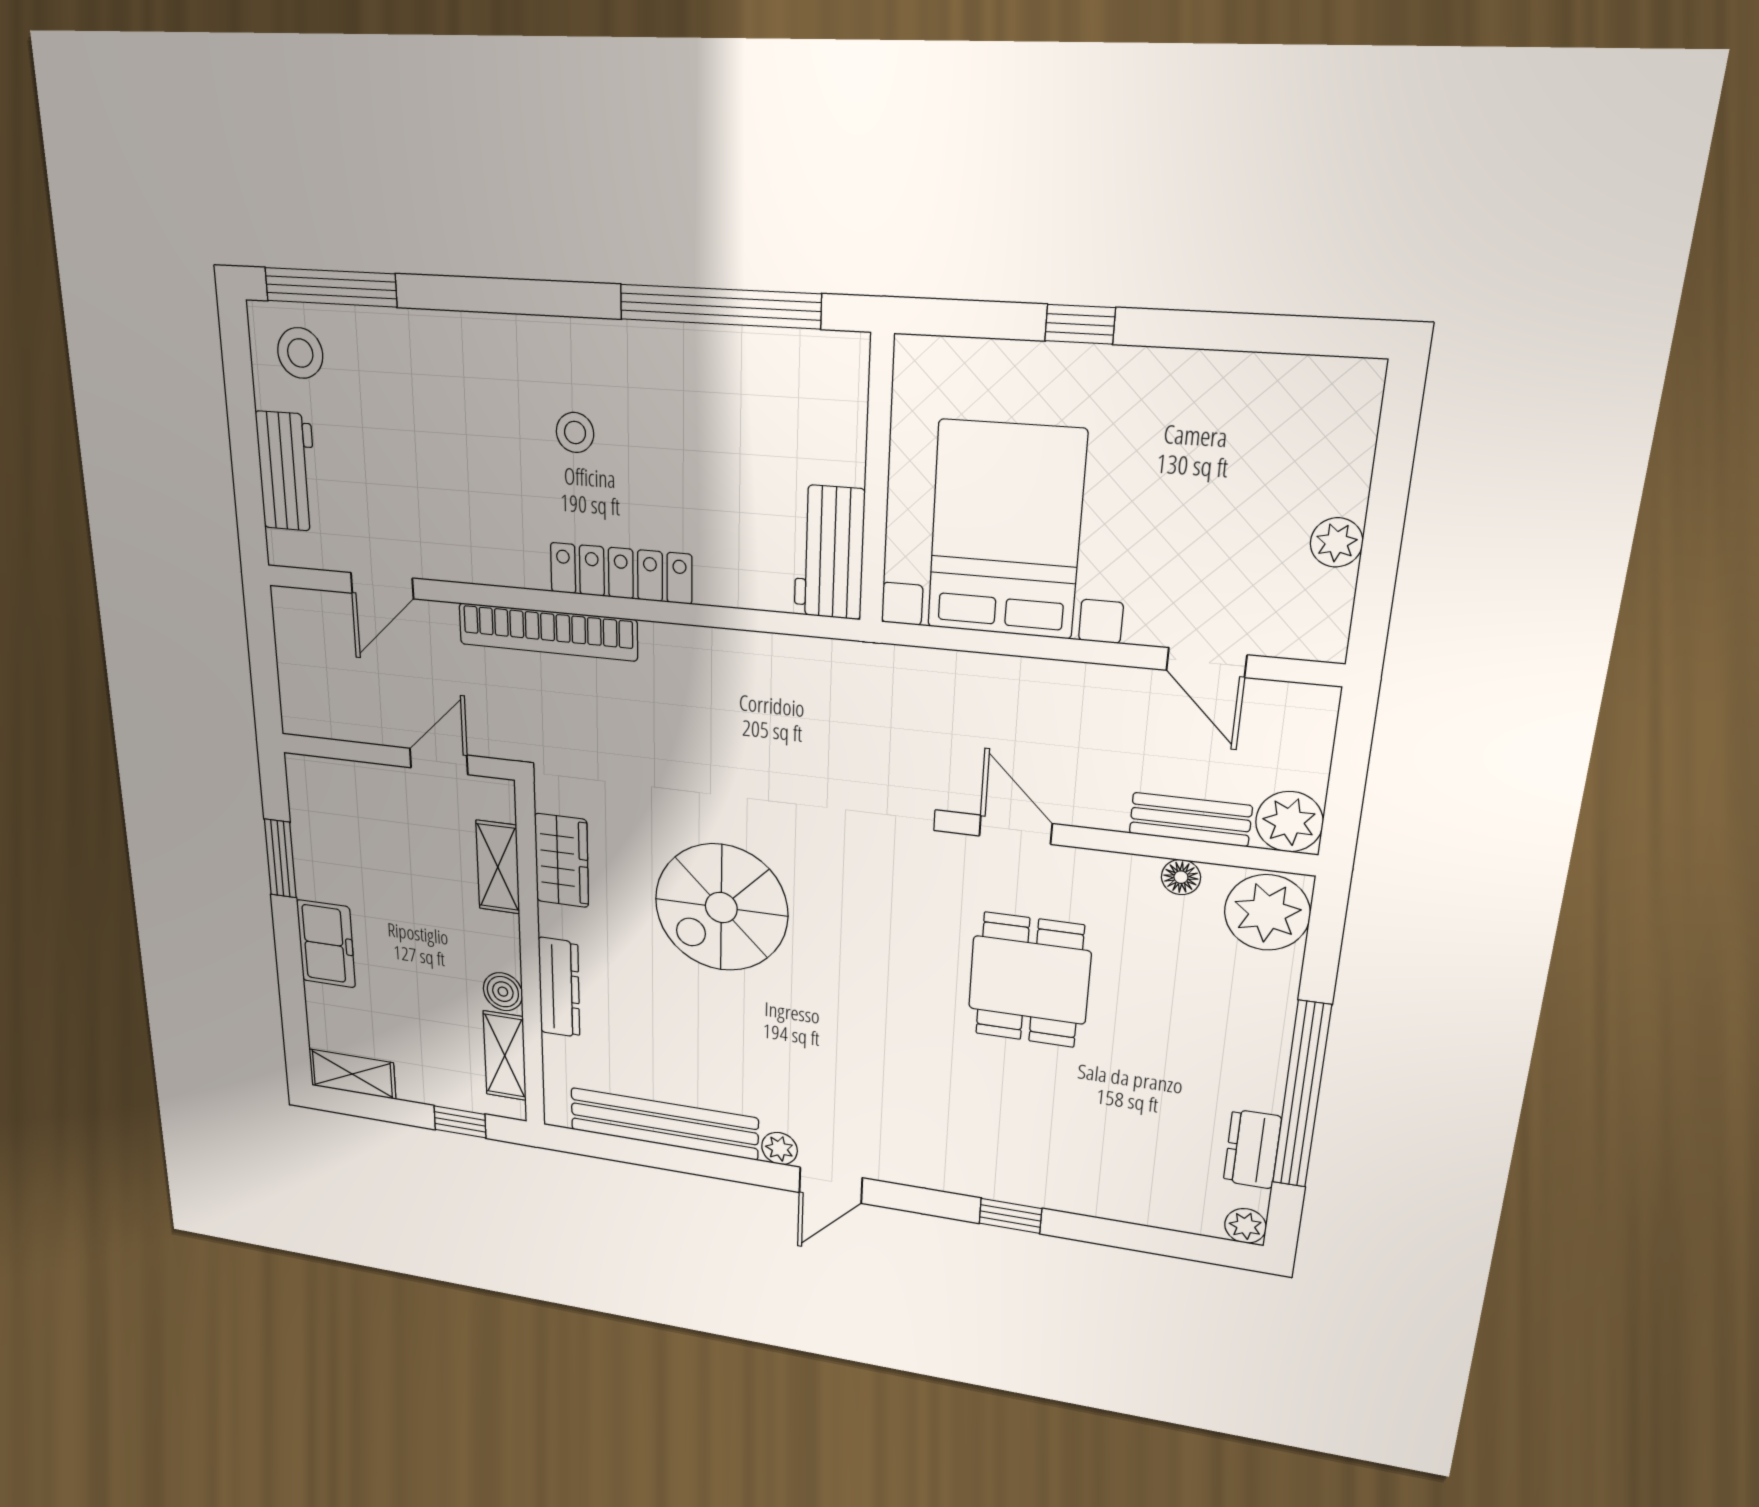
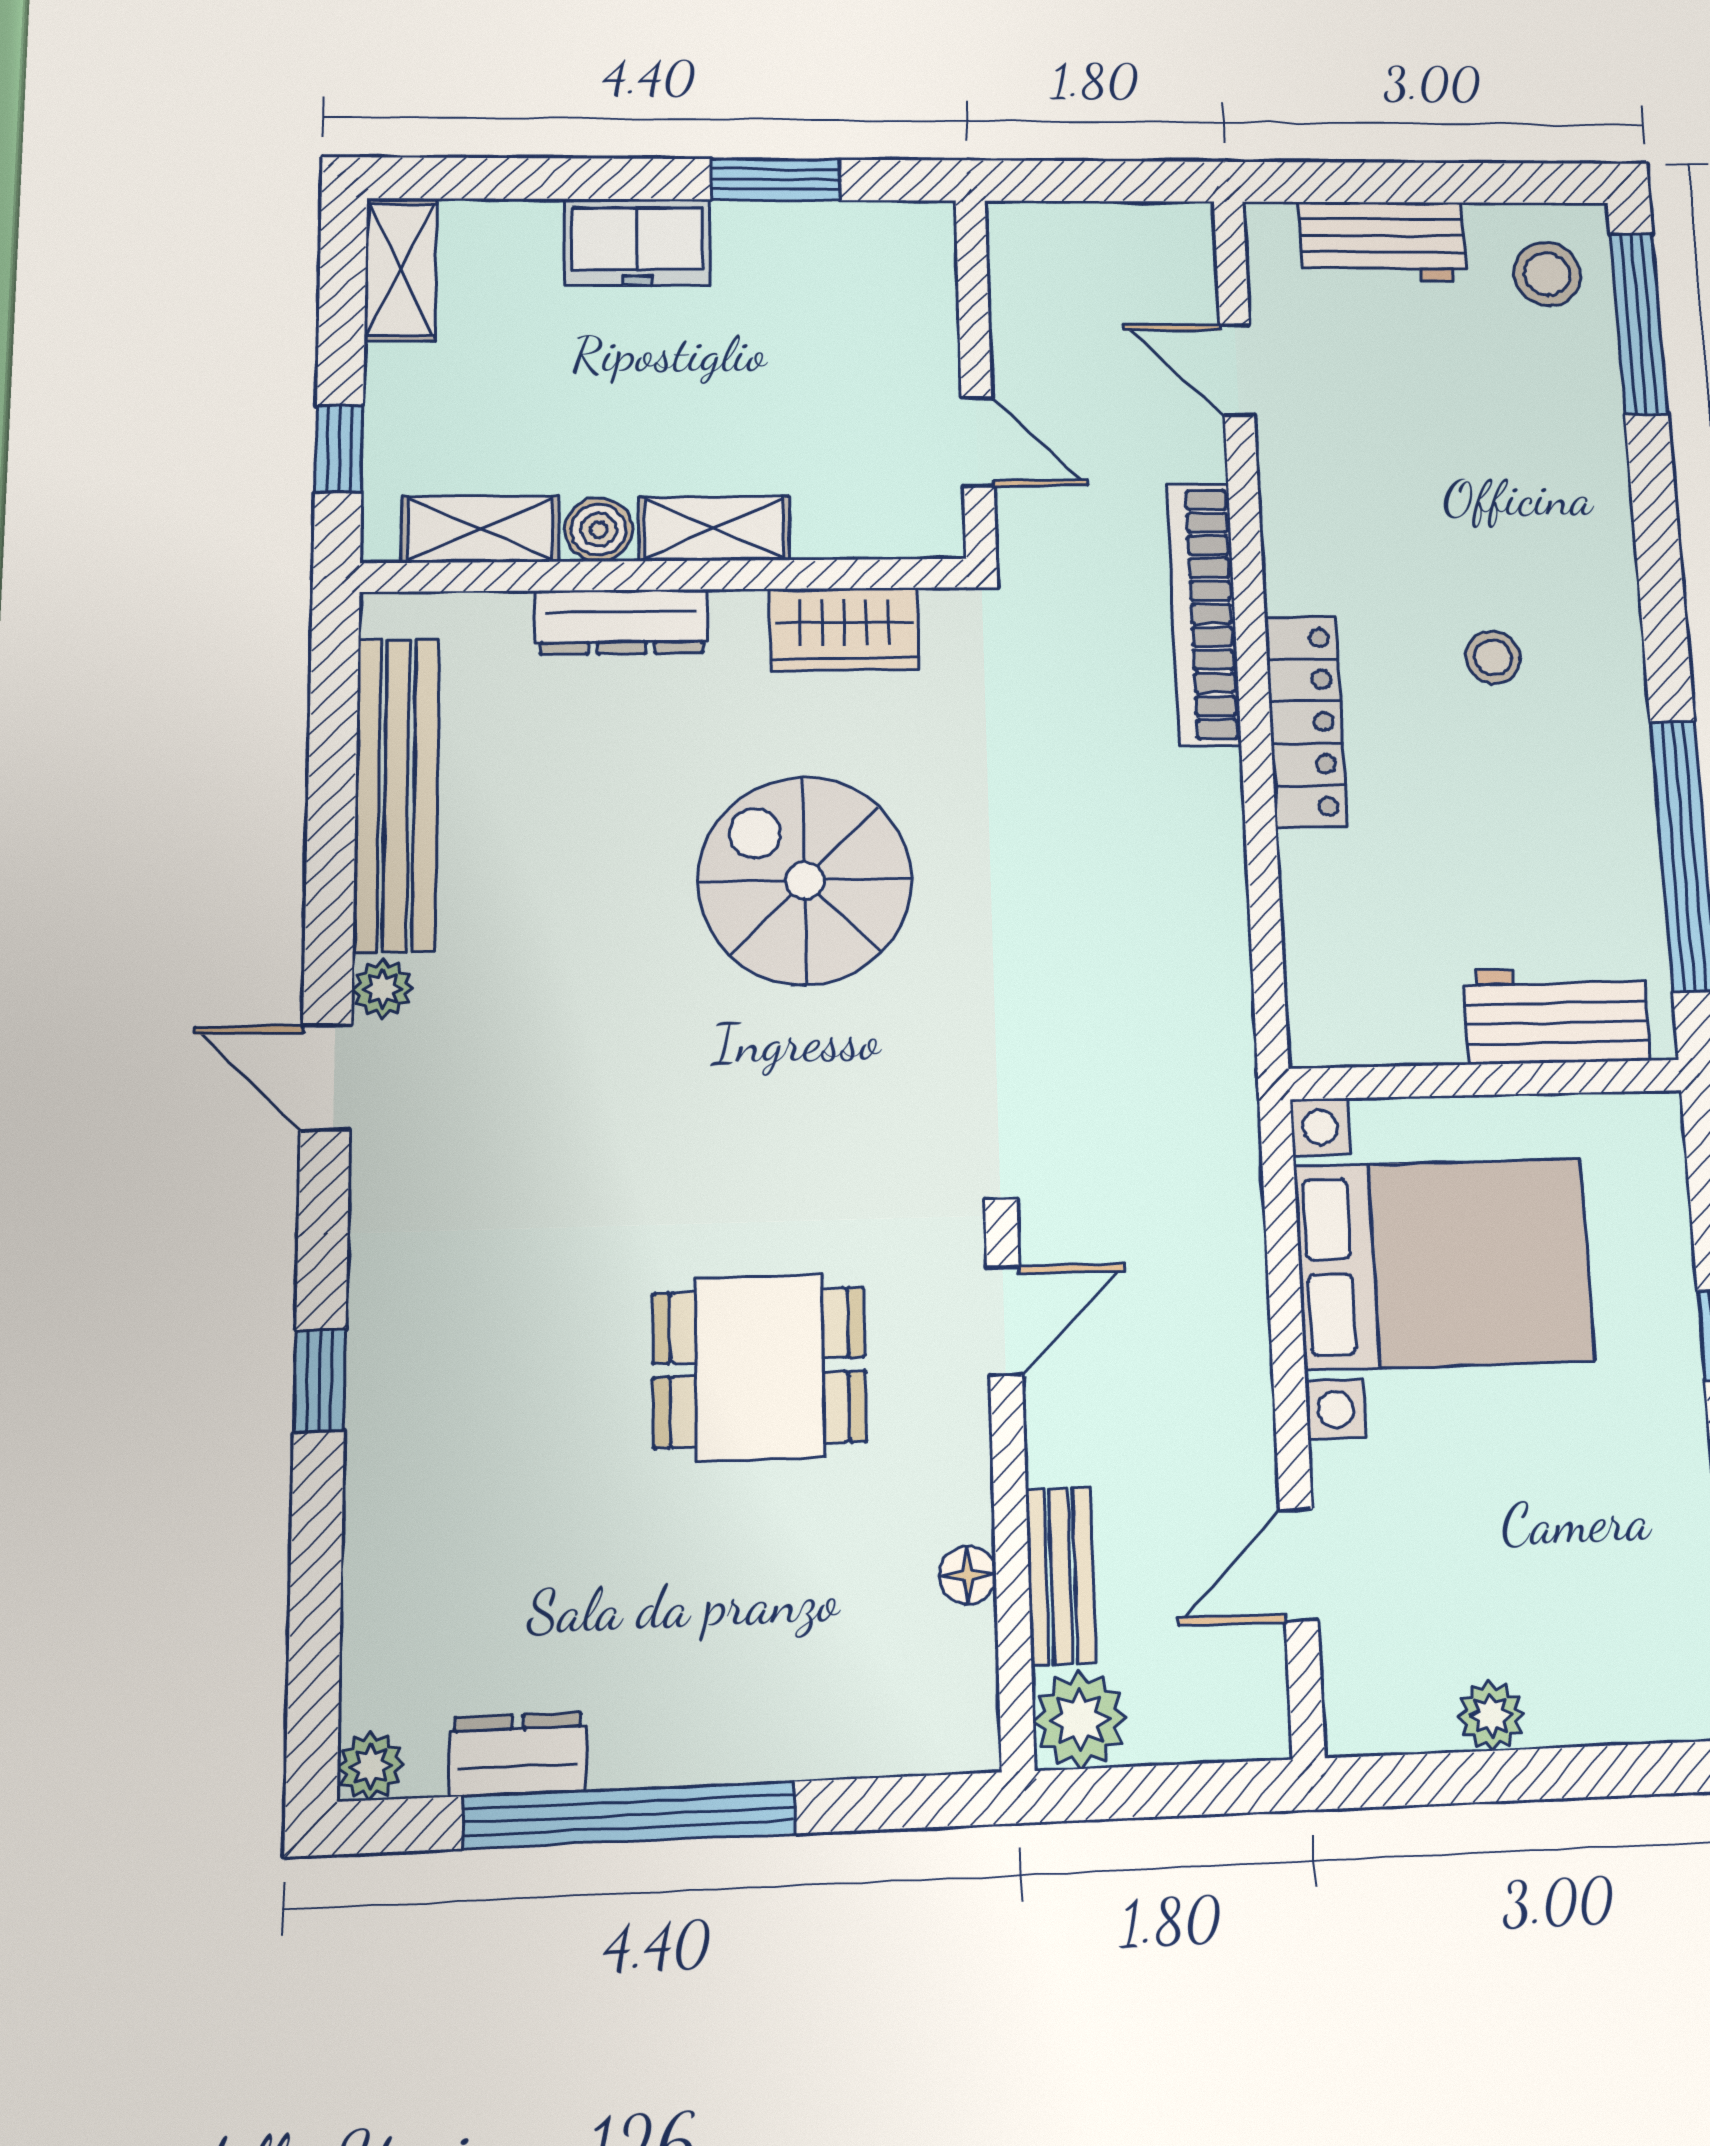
workbench: (829, 552) -> (1556, 1015), moved
shelving: (498, 867) -> (714, 529), moved
plant: (1267, 912) -> (931, 1711), removed

